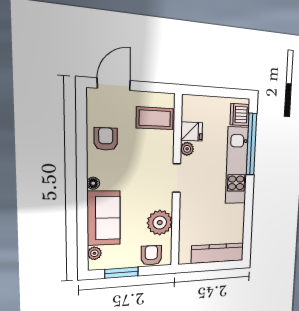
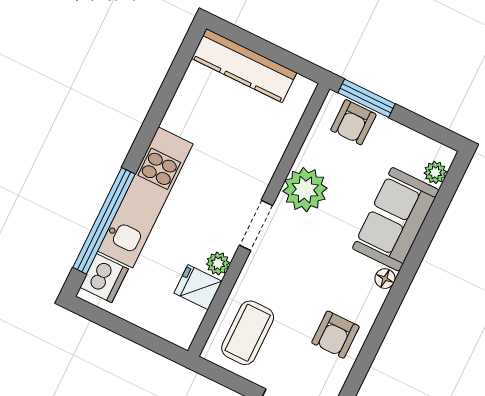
coffee table: (155, 118) -> (248, 333), turned 90
plant: (160, 223) -> (305, 190), moved
window: (122, 273) -> (367, 98), moved

